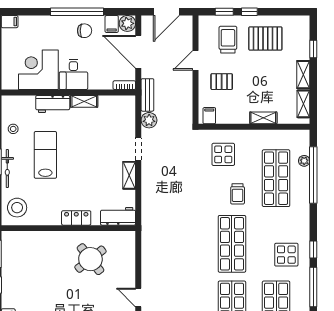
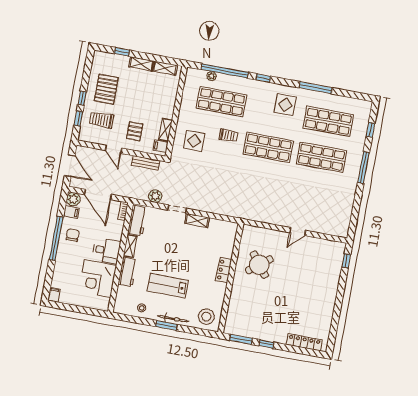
door: (138, 52) -> (98, 195), hinge flipped
bench: (147, 95) -> (145, 163), moved
shelving: (263, 118) -> (165, 130), moved
workbench: (118, 216) -> (137, 220), moved, turned 180
window: (313, 249) -> (263, 78), moved

